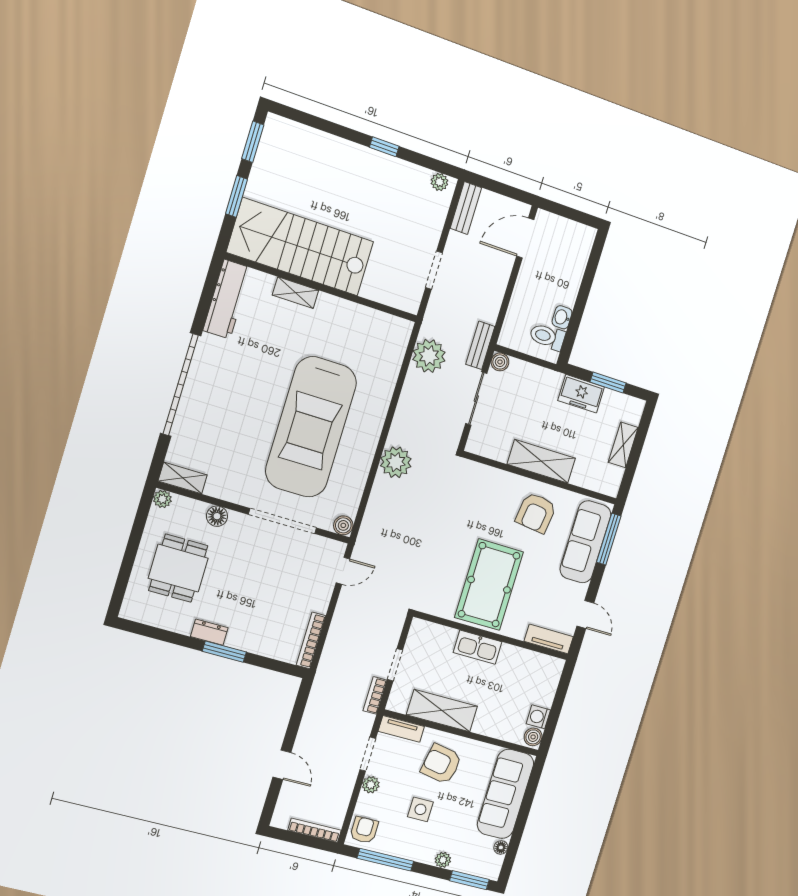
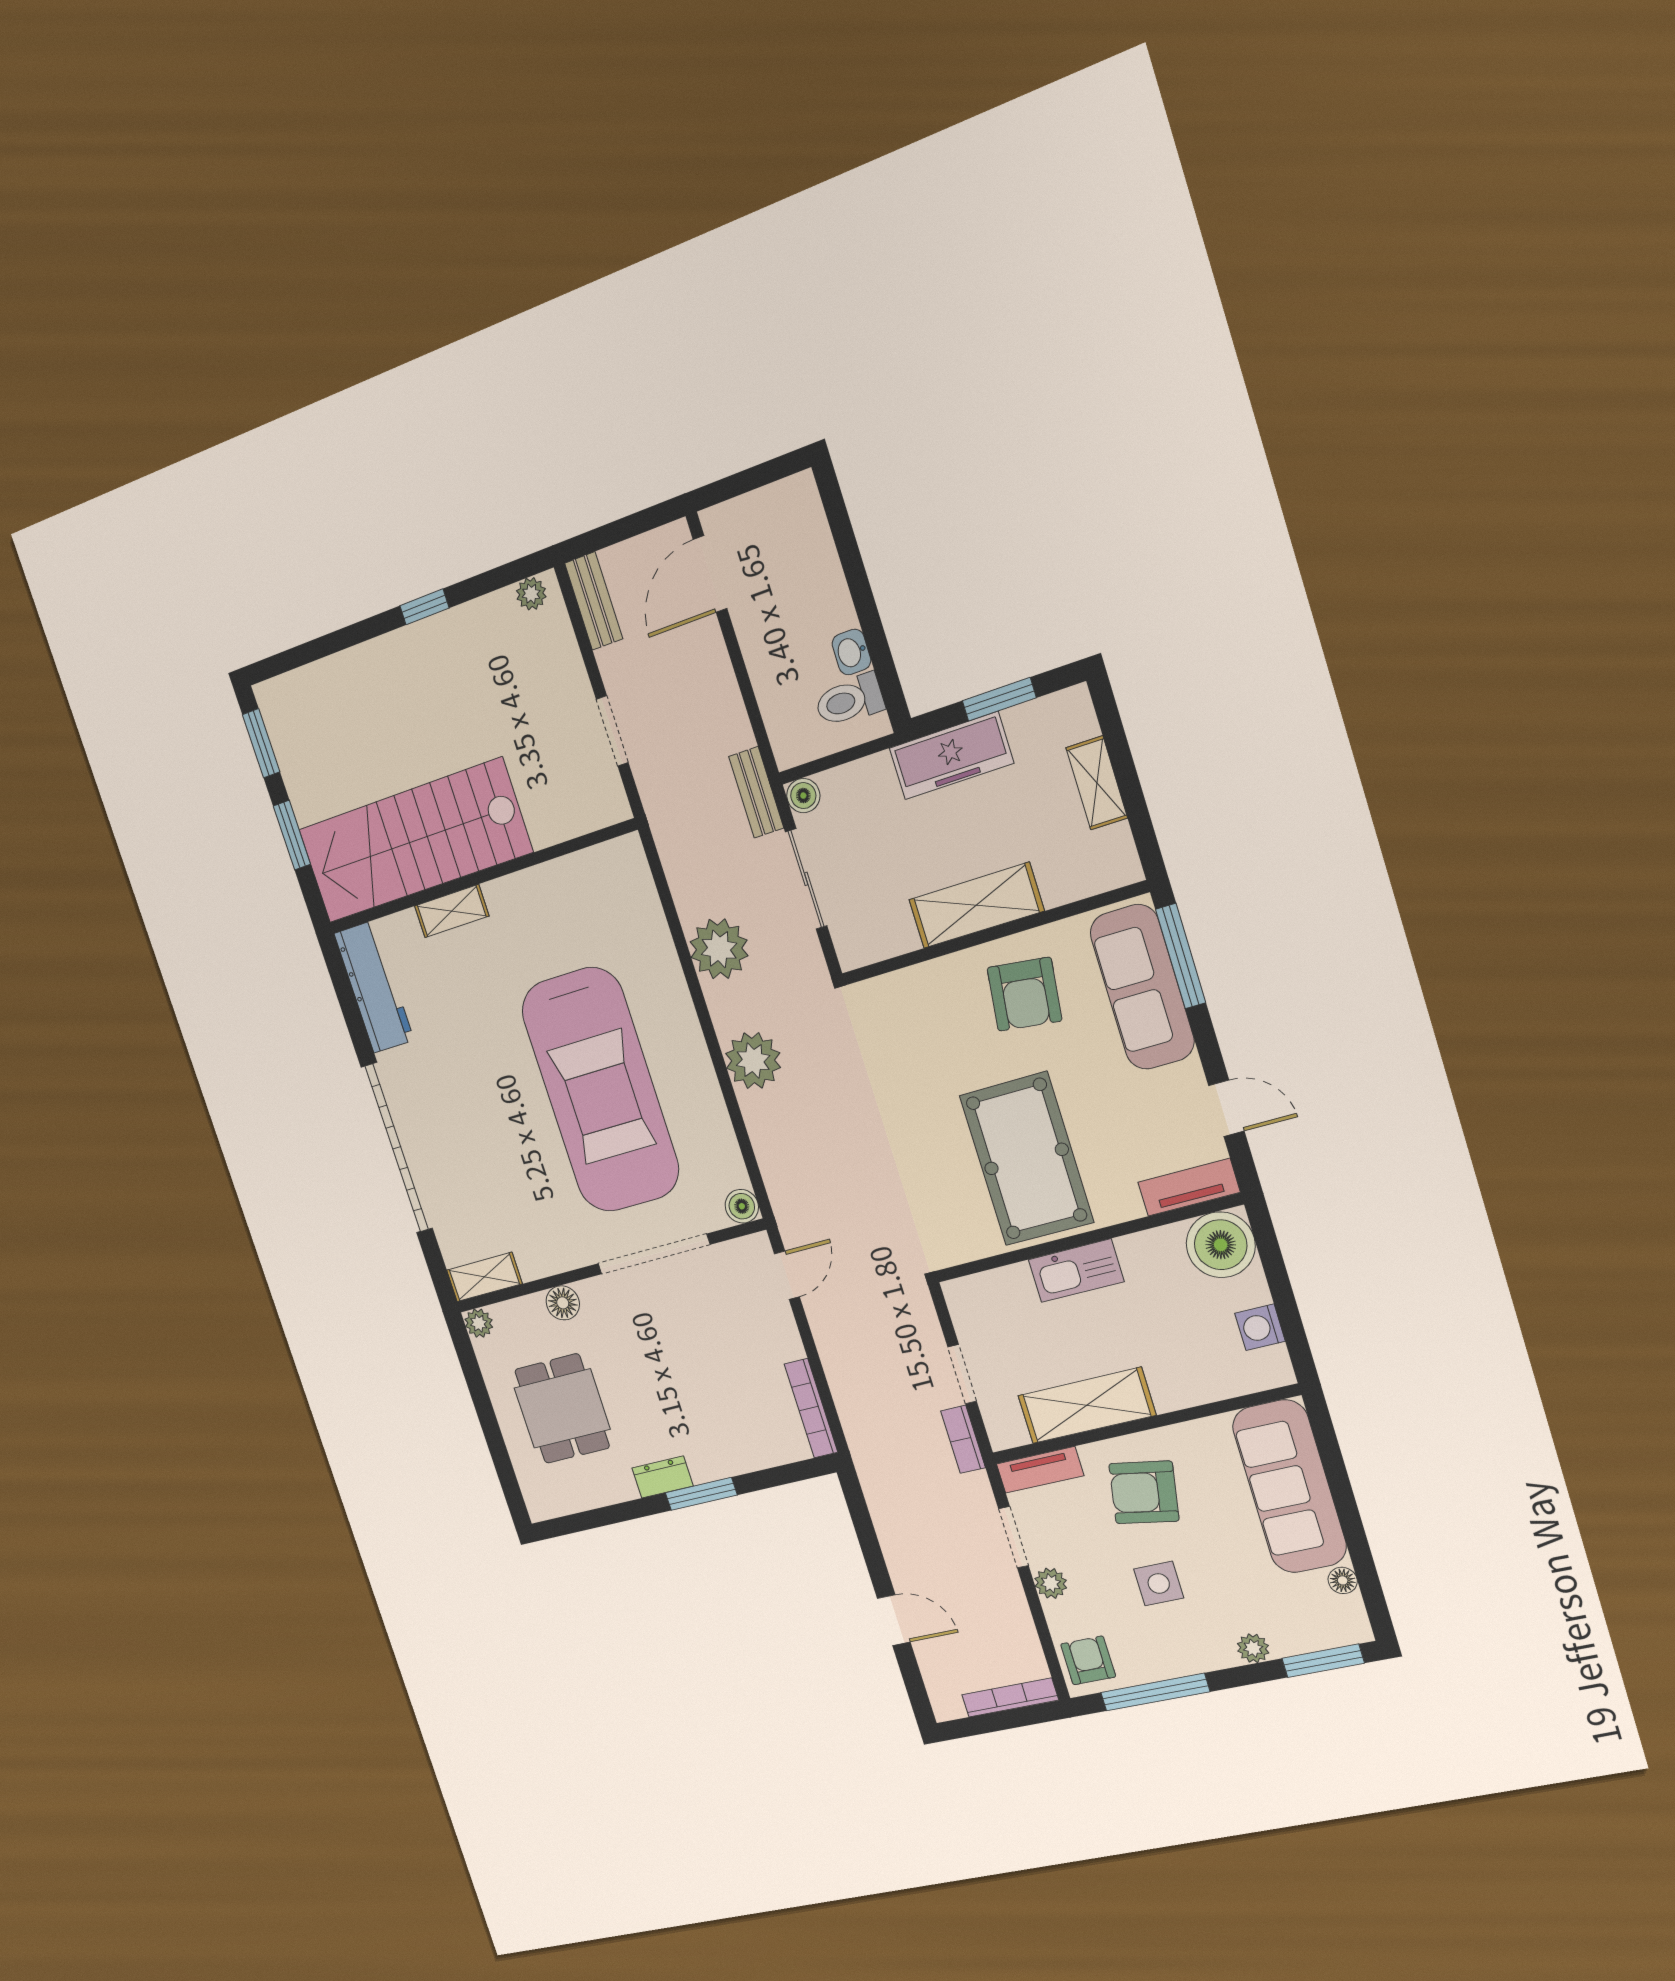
plant: (429, 356) -> (719, 949), moved
freezer: (581, 394) -> (951, 756), width x1.40
boiler: (533, 737) -> (1221, 1245), moved, width x1.86, depth x1.86

